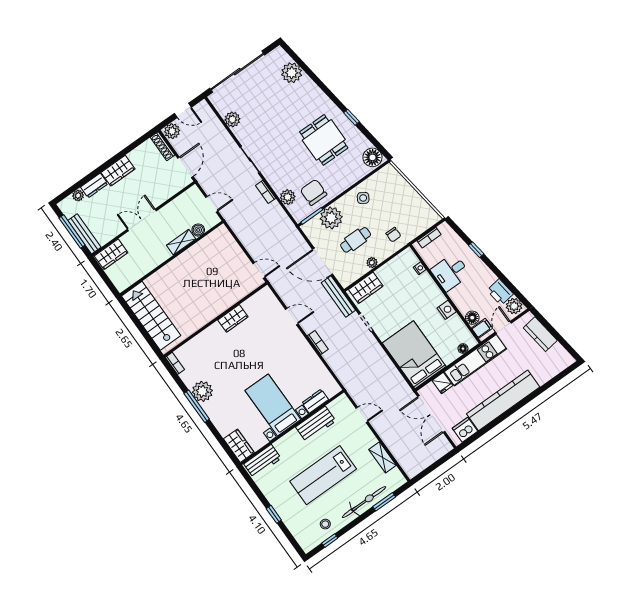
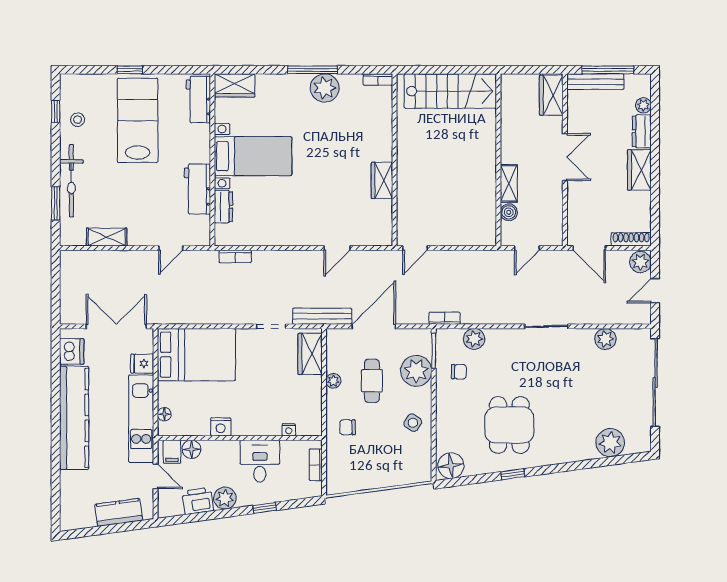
dining table: (324, 140) -> (509, 425), turned 90
bookcase: (266, 192) -> (445, 318), moved
chair: (314, 192) -> (459, 372), width x0.54, depth x0.54
plant: (514, 306) -> (225, 498), moved
bookcase: (318, 343) -> (235, 256), moved
lab bench: (323, 475) -> (138, 120), moved

